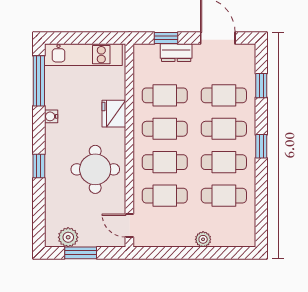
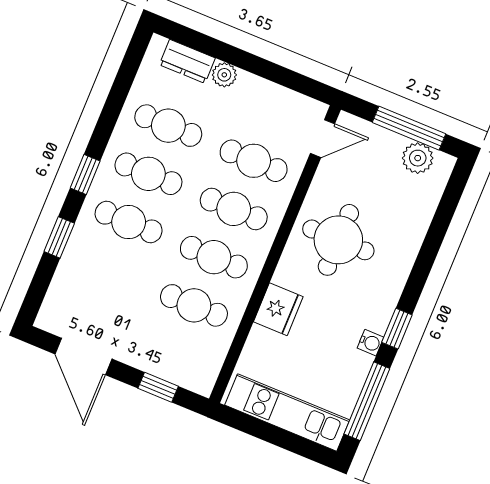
dresser: (176, 53) -> (187, 61), moved, turned 180
window: (261, 86) -> (59, 237), moved
cafe table: (224, 95) -> (109, 270), removed
window: (39, 166) -> (397, 329), moved
door: (129, 226) -> (323, 139), hinge flipped
window: (81, 253) -> (409, 128), width x1.44

